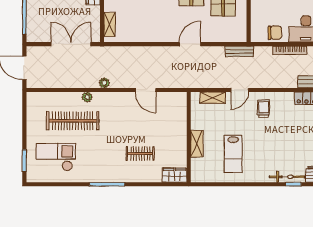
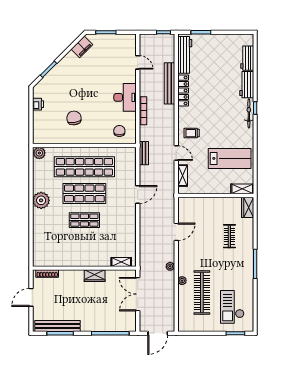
chair: (275, 33) -> (119, 131), moved
door: (190, 44) -> (138, 195), swing flipped
shelving: (197, 144) -> (242, 189), moved
lab bench: (233, 154) -> (230, 158), width x1.36, depth x1.39

